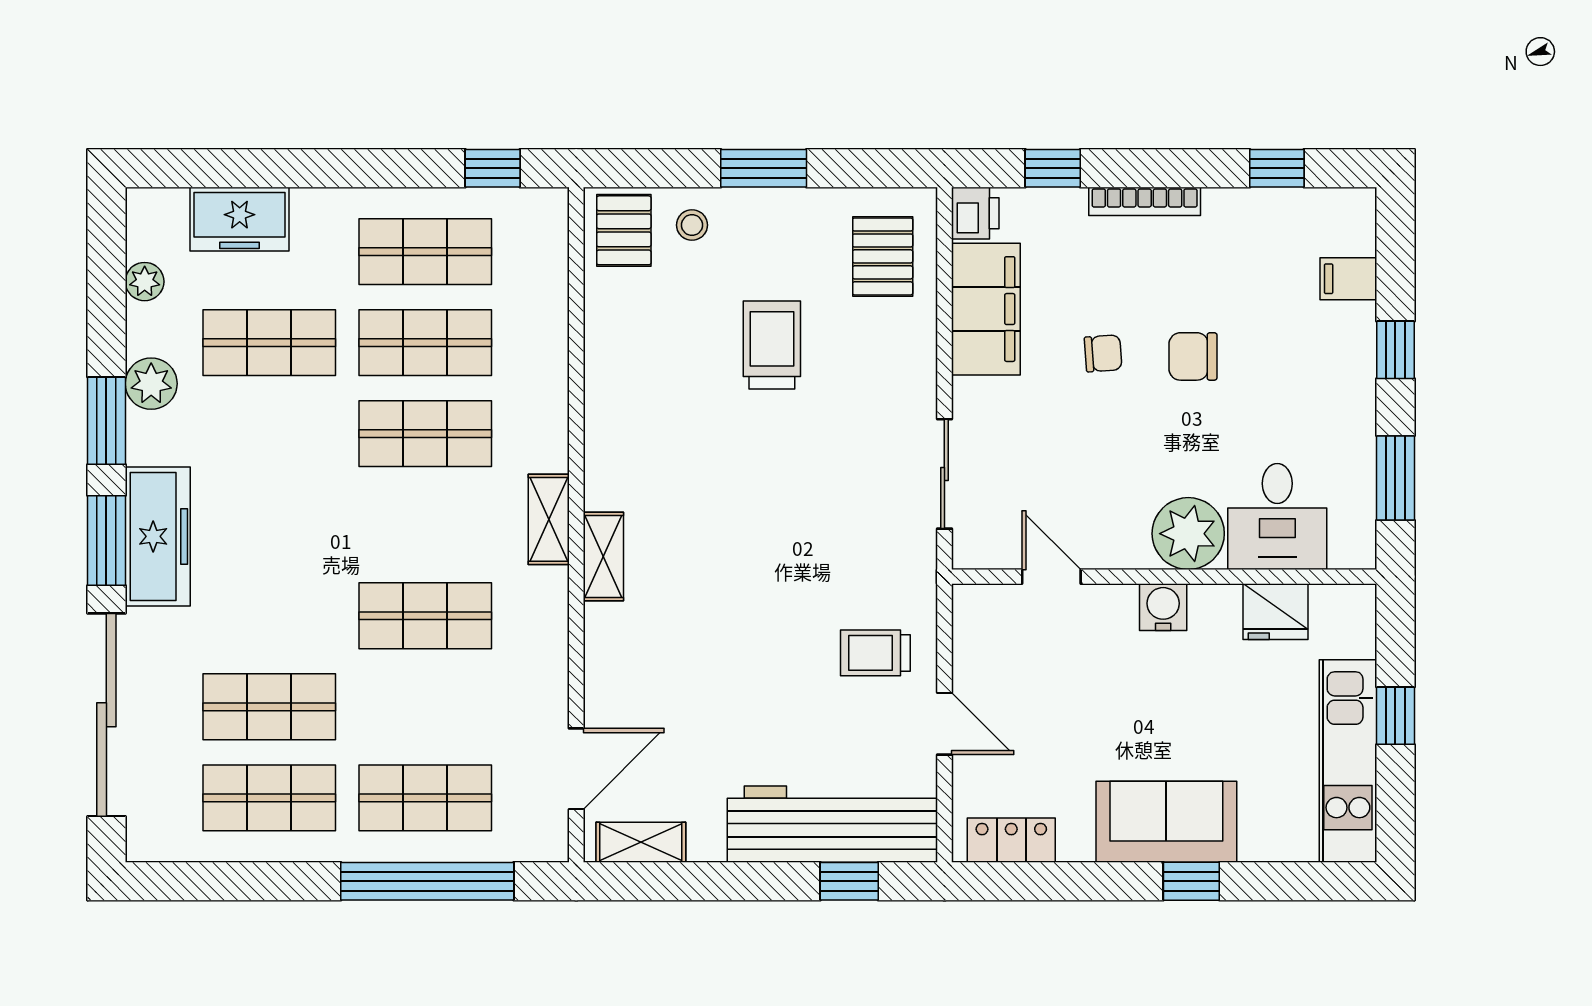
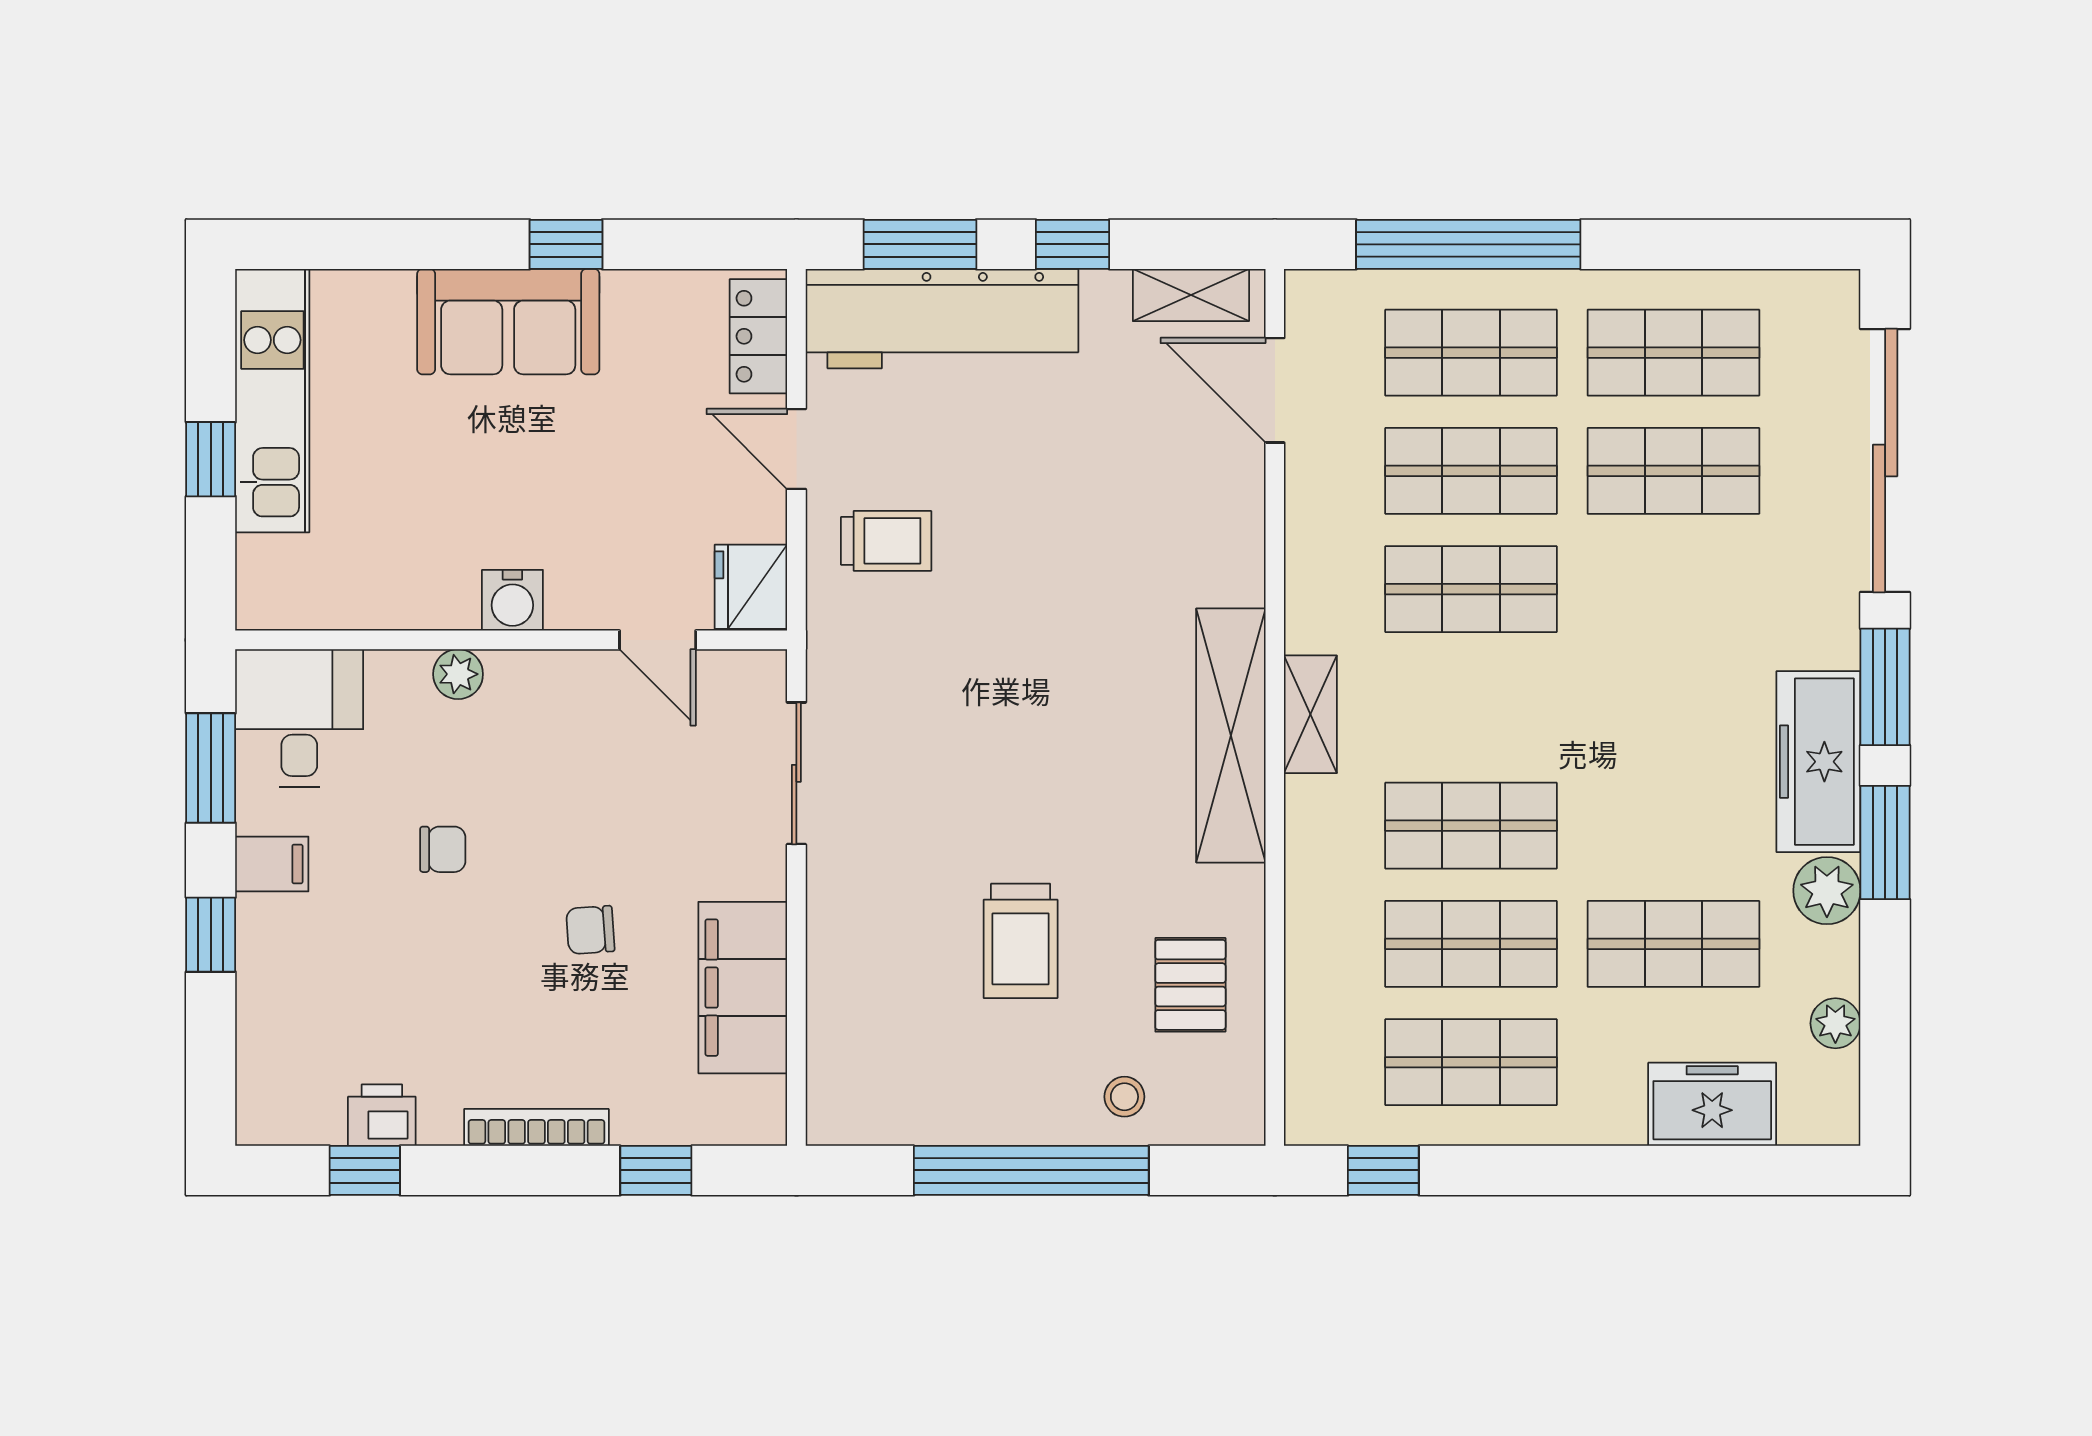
window: (764, 168) -> (1031, 1170), width x2.11
printer: (975, 213) -> (382, 1115), moved, turned 90
pallet: (624, 230) -> (1190, 985), moved
pallet: (883, 256) -> (877, 1056), removed
filing cabinet: (1348, 279) -> (272, 864), moved
chair: (1193, 356) -> (443, 849), moved, width x0.73, depth x0.73
desk: (1277, 516) -> (299, 718), moved
plant: (1188, 534) -> (458, 674), width x0.53, depth x0.53
freezer: (158, 536) -> (1818, 762), moved
shelving: (603, 556) -> (1231, 735), width x2.20, depth x1.33
fridge: (1276, 612) -> (751, 587), moved, turned -90
shop shelf: (425, 707) -> (1471, 471), added
door: (576, 769) -> (1275, 390), hinge flipped
locker: (1011, 840) -> (758, 336), moved, turned 90
window: (732, 881) -> (1072, 244), added
window: (849, 881) -> (920, 244), width x1.50
window: (1191, 881) -> (566, 244), moved

